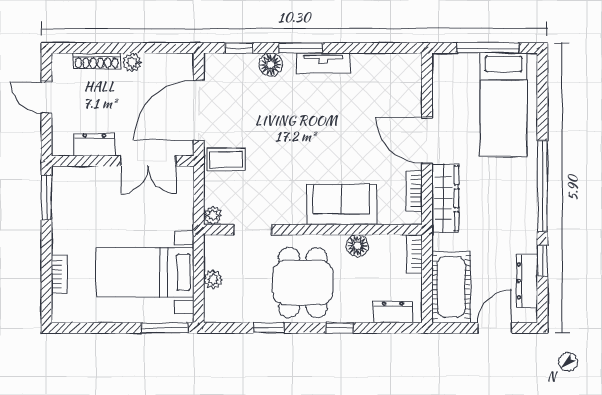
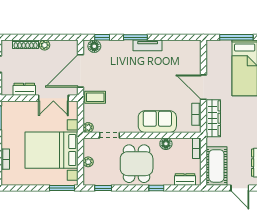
floor lamp: (271, 65) -> (94, 46), moved
bed with nightstands: (145, 272) -> (51, 150), width x1.36
window: (269, 328) -> (103, 188), moved
door: (495, 328) -> (240, 188), swing flipped

